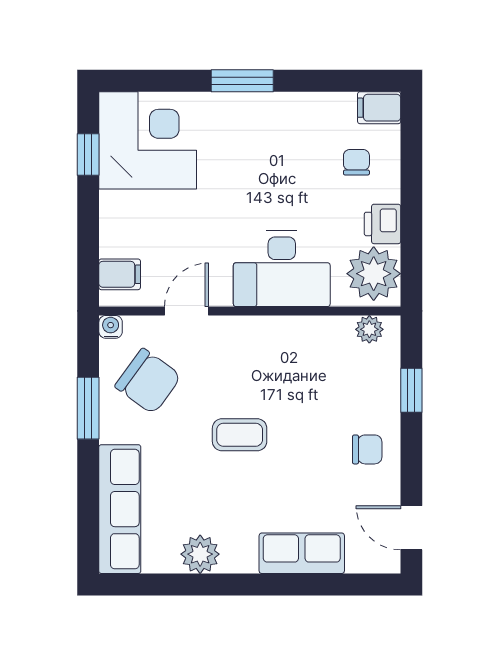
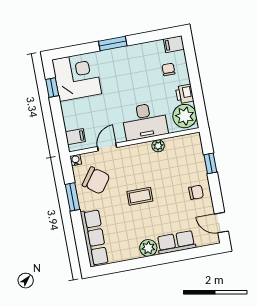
plant: (369, 329) -> (158, 146), moved
plant: (200, 554) -> (148, 248), moved

